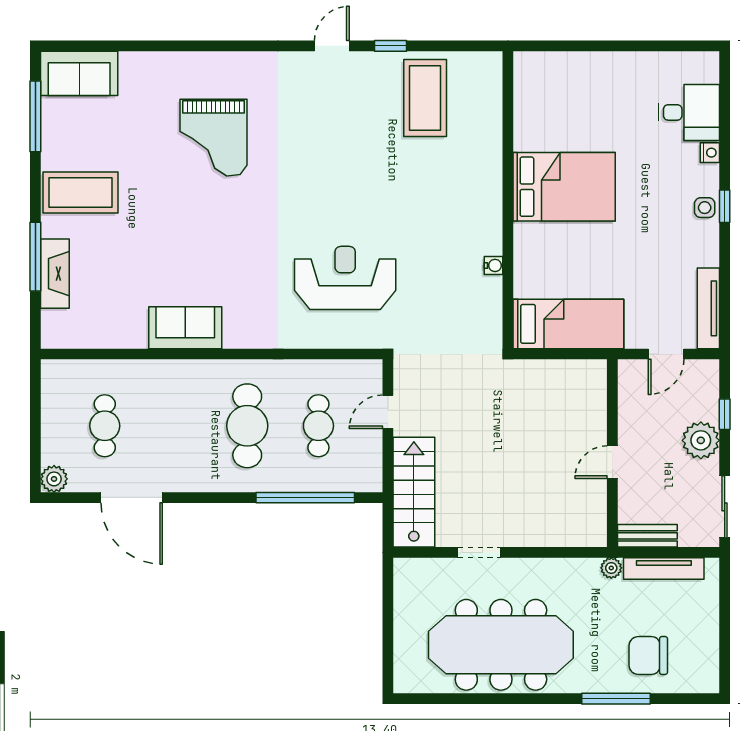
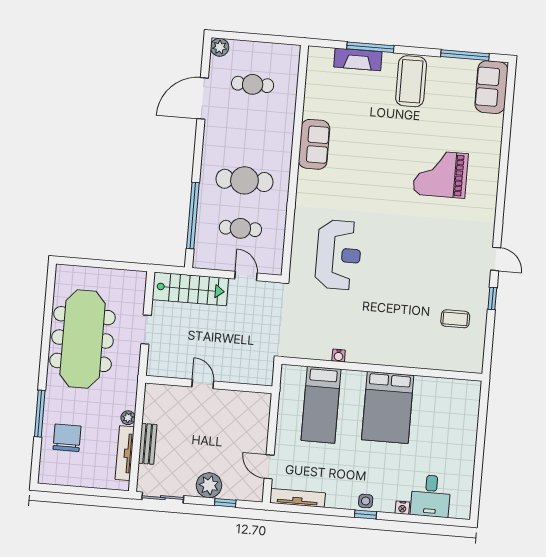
coffee table: (425, 98) -> (455, 319), width x0.54, depth x0.58
bed: (568, 324) -> (321, 405), moved
wall: (612, 453) -> (209, 384), moved
door: (612, 462) -> (203, 384), moved

